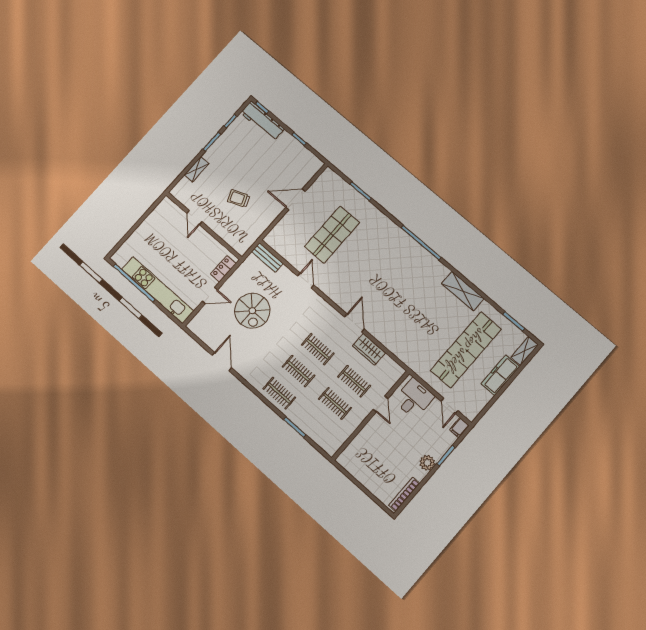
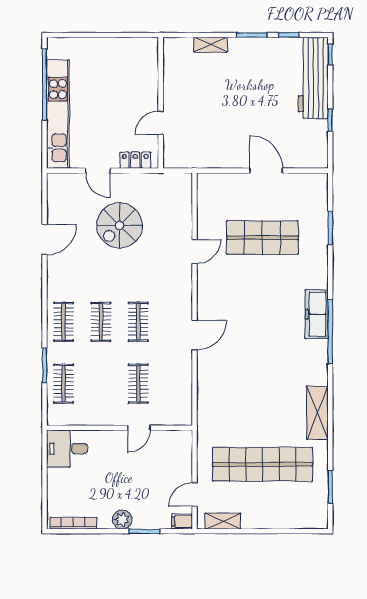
workbench: (262, 121) -> (313, 78), width x1.36, depth x1.32
trolley: (239, 198) -> (218, 113), removed
door: (194, 218) -> (161, 123), moved
bench: (267, 257) -> (184, 194), removed
wardrobe: (369, 349) -> (181, 371), removed
shelving: (525, 351) -> (223, 521), moved
freezer: (500, 375) -> (317, 314), moved, turned -90
desk: (414, 398) -> (67, 449), moved, turned 180
clothes rail: (335, 403) -> (64, 384), moved

